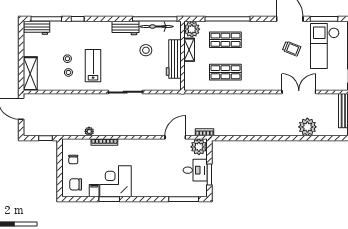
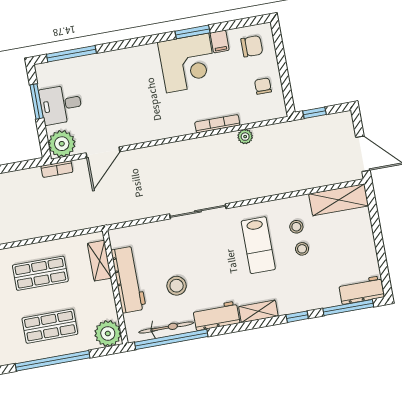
shelving: (100, 26) -> (258, 311), added
shelving: (189, 50) -> (99, 261), moved
shelving: (30, 74) -> (339, 200), moved, turned 90

